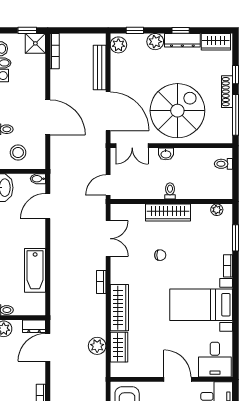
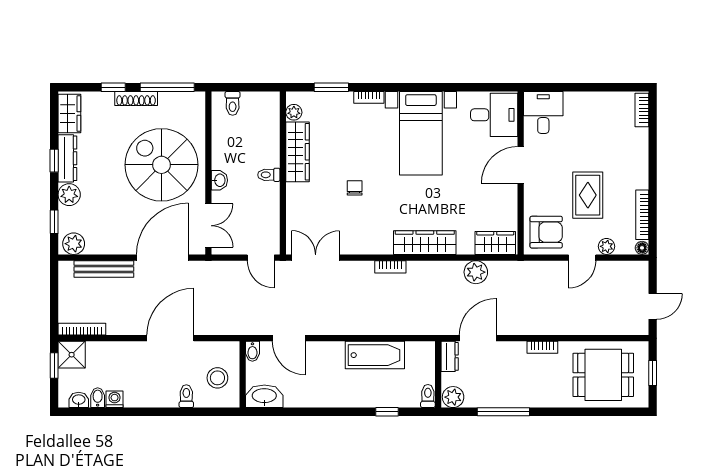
wardrobe: (168, 212) -> (297, 152), moved
double door: (108, 239) -> (316, 258), moved
door: (48, 347) -> (478, 338), swing flipped
wardrobe: (119, 347) -> (495, 243), moved

